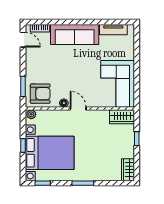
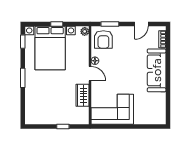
tv unit: (113, 30) -> (161, 105), removed
door: (23, 40) -> (141, 24), moved
door: (78, 108) -> (90, 74), hinge flipped
wardrobe: (122, 117) -> (83, 95), moved
wardrobe: (128, 170) -> (35, 118), removed

